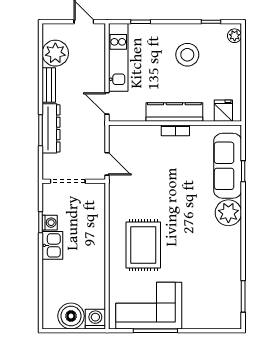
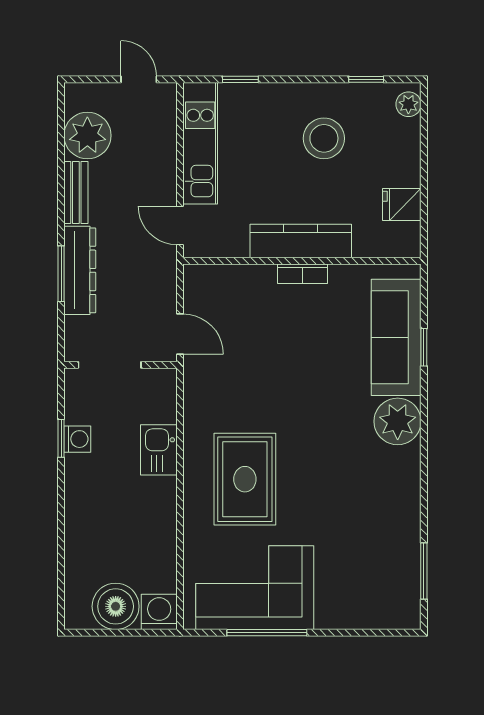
fridge: (223, 111) -> (402, 205), moved, turned -90
kitchen sink: (52, 245) -> (159, 450), moved, turned 180

